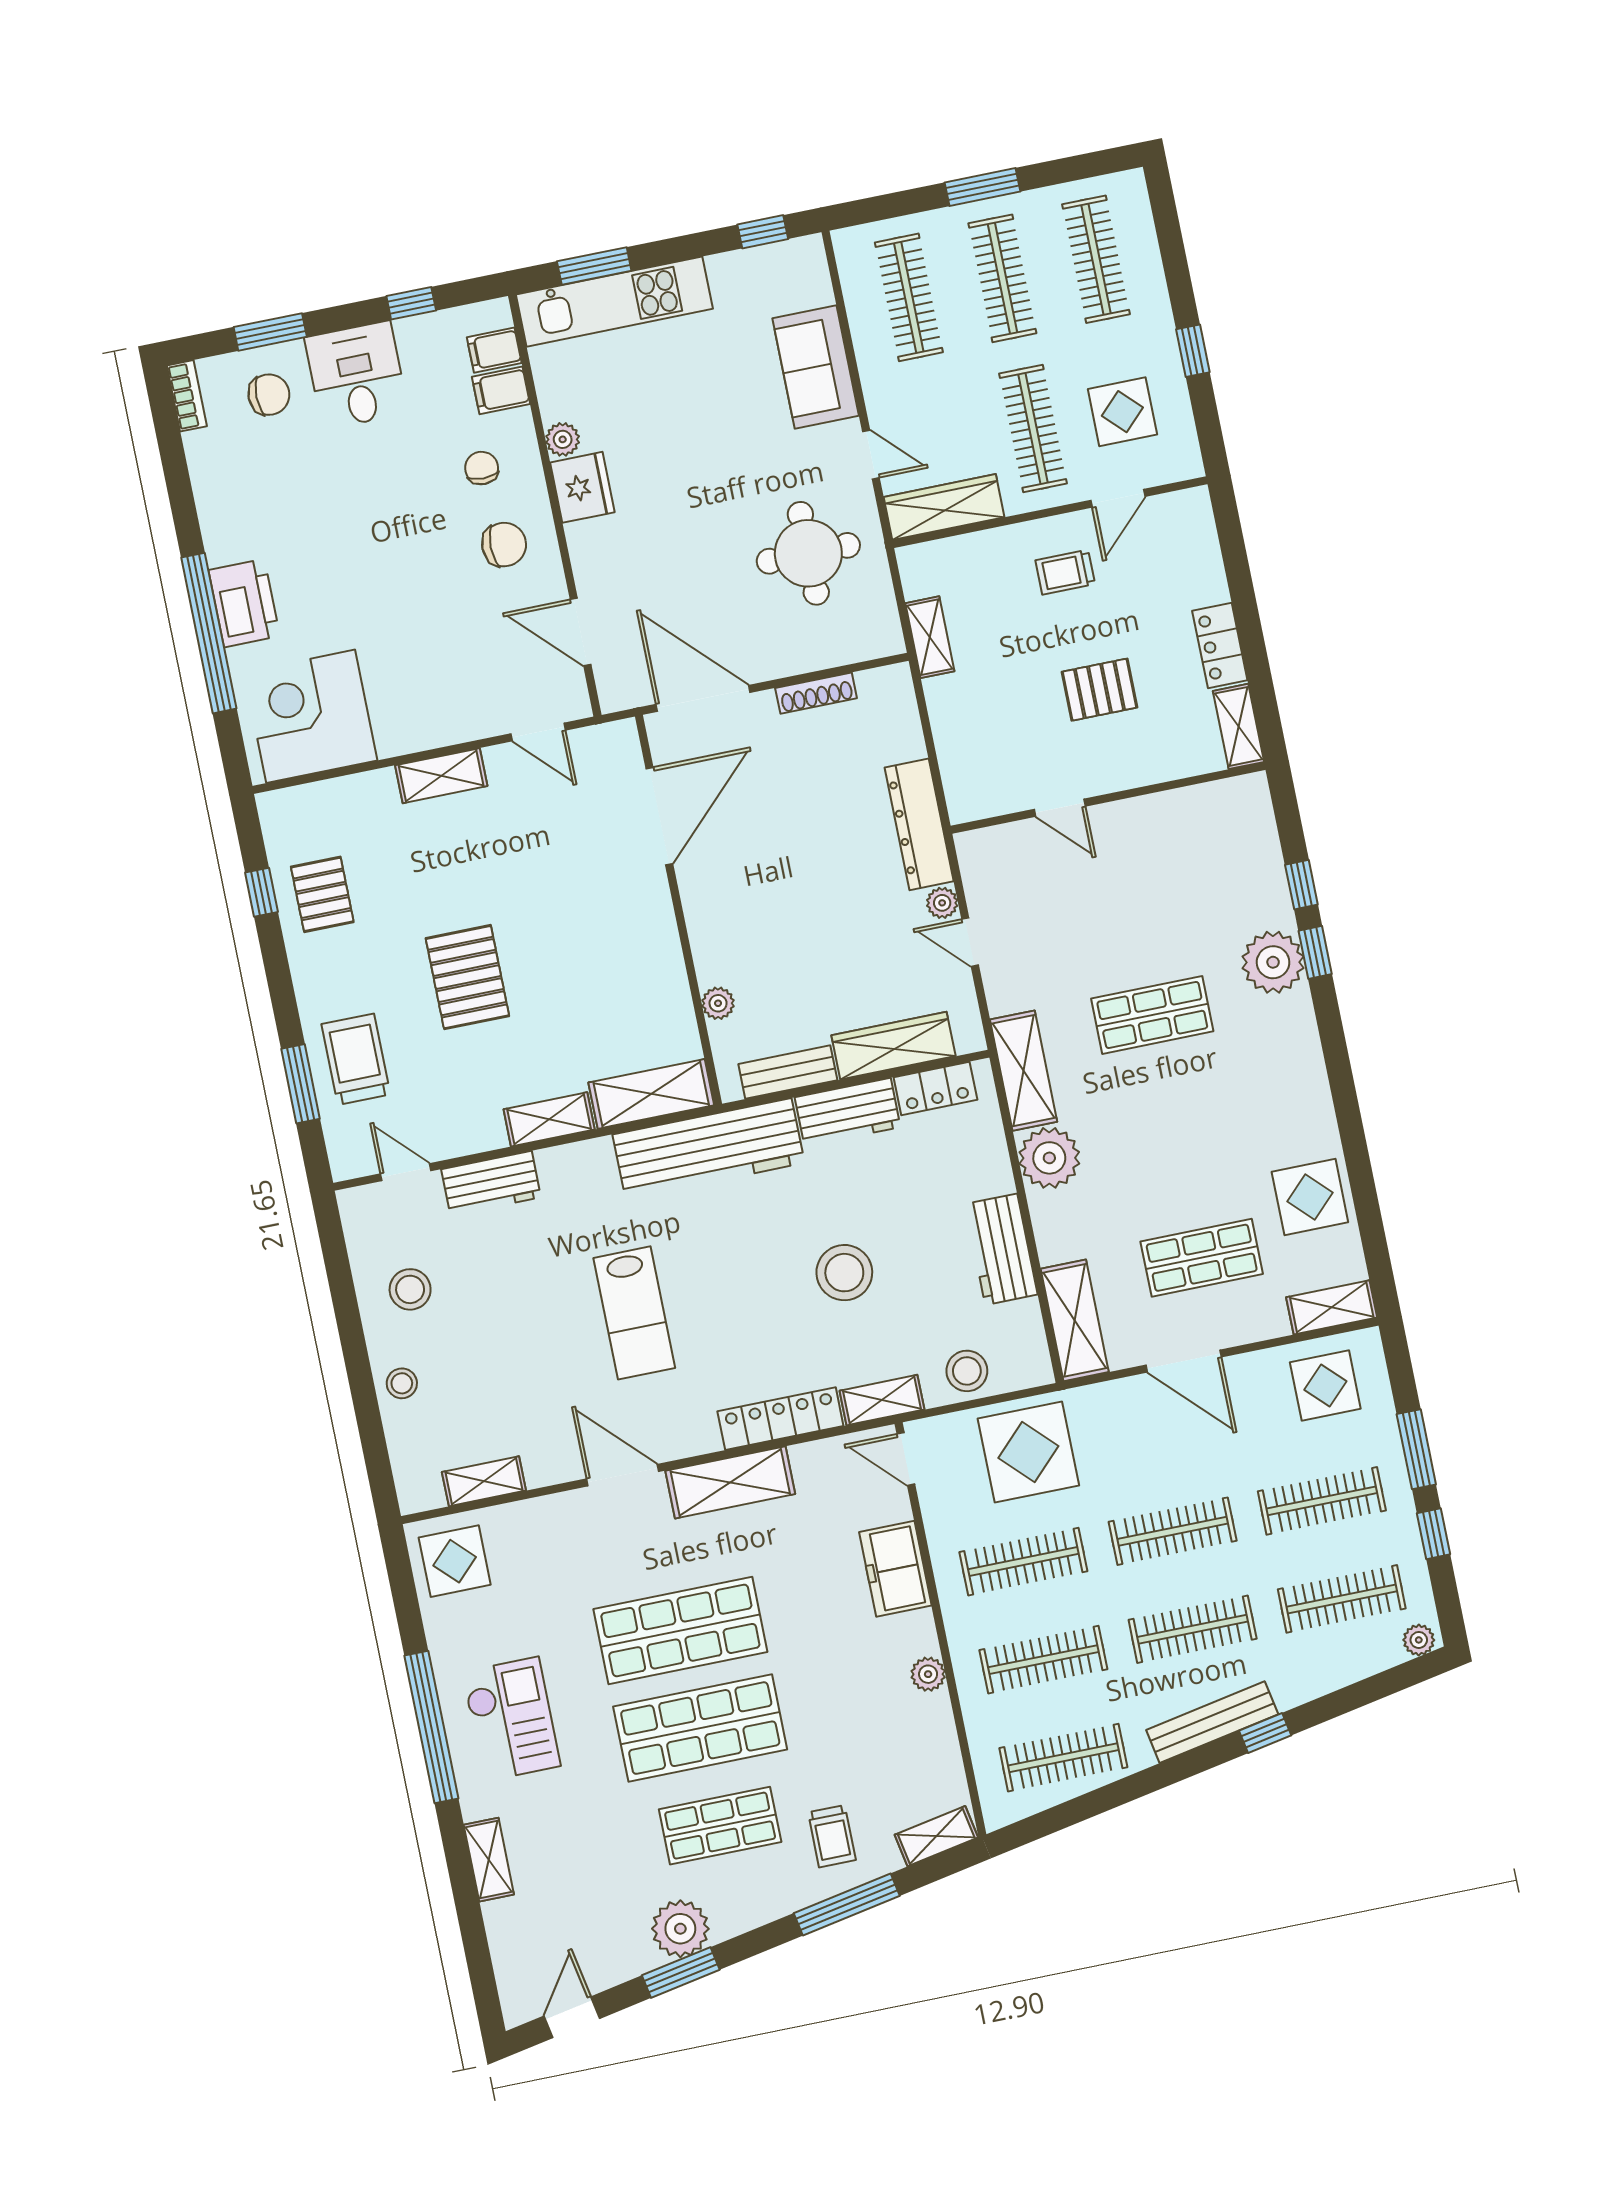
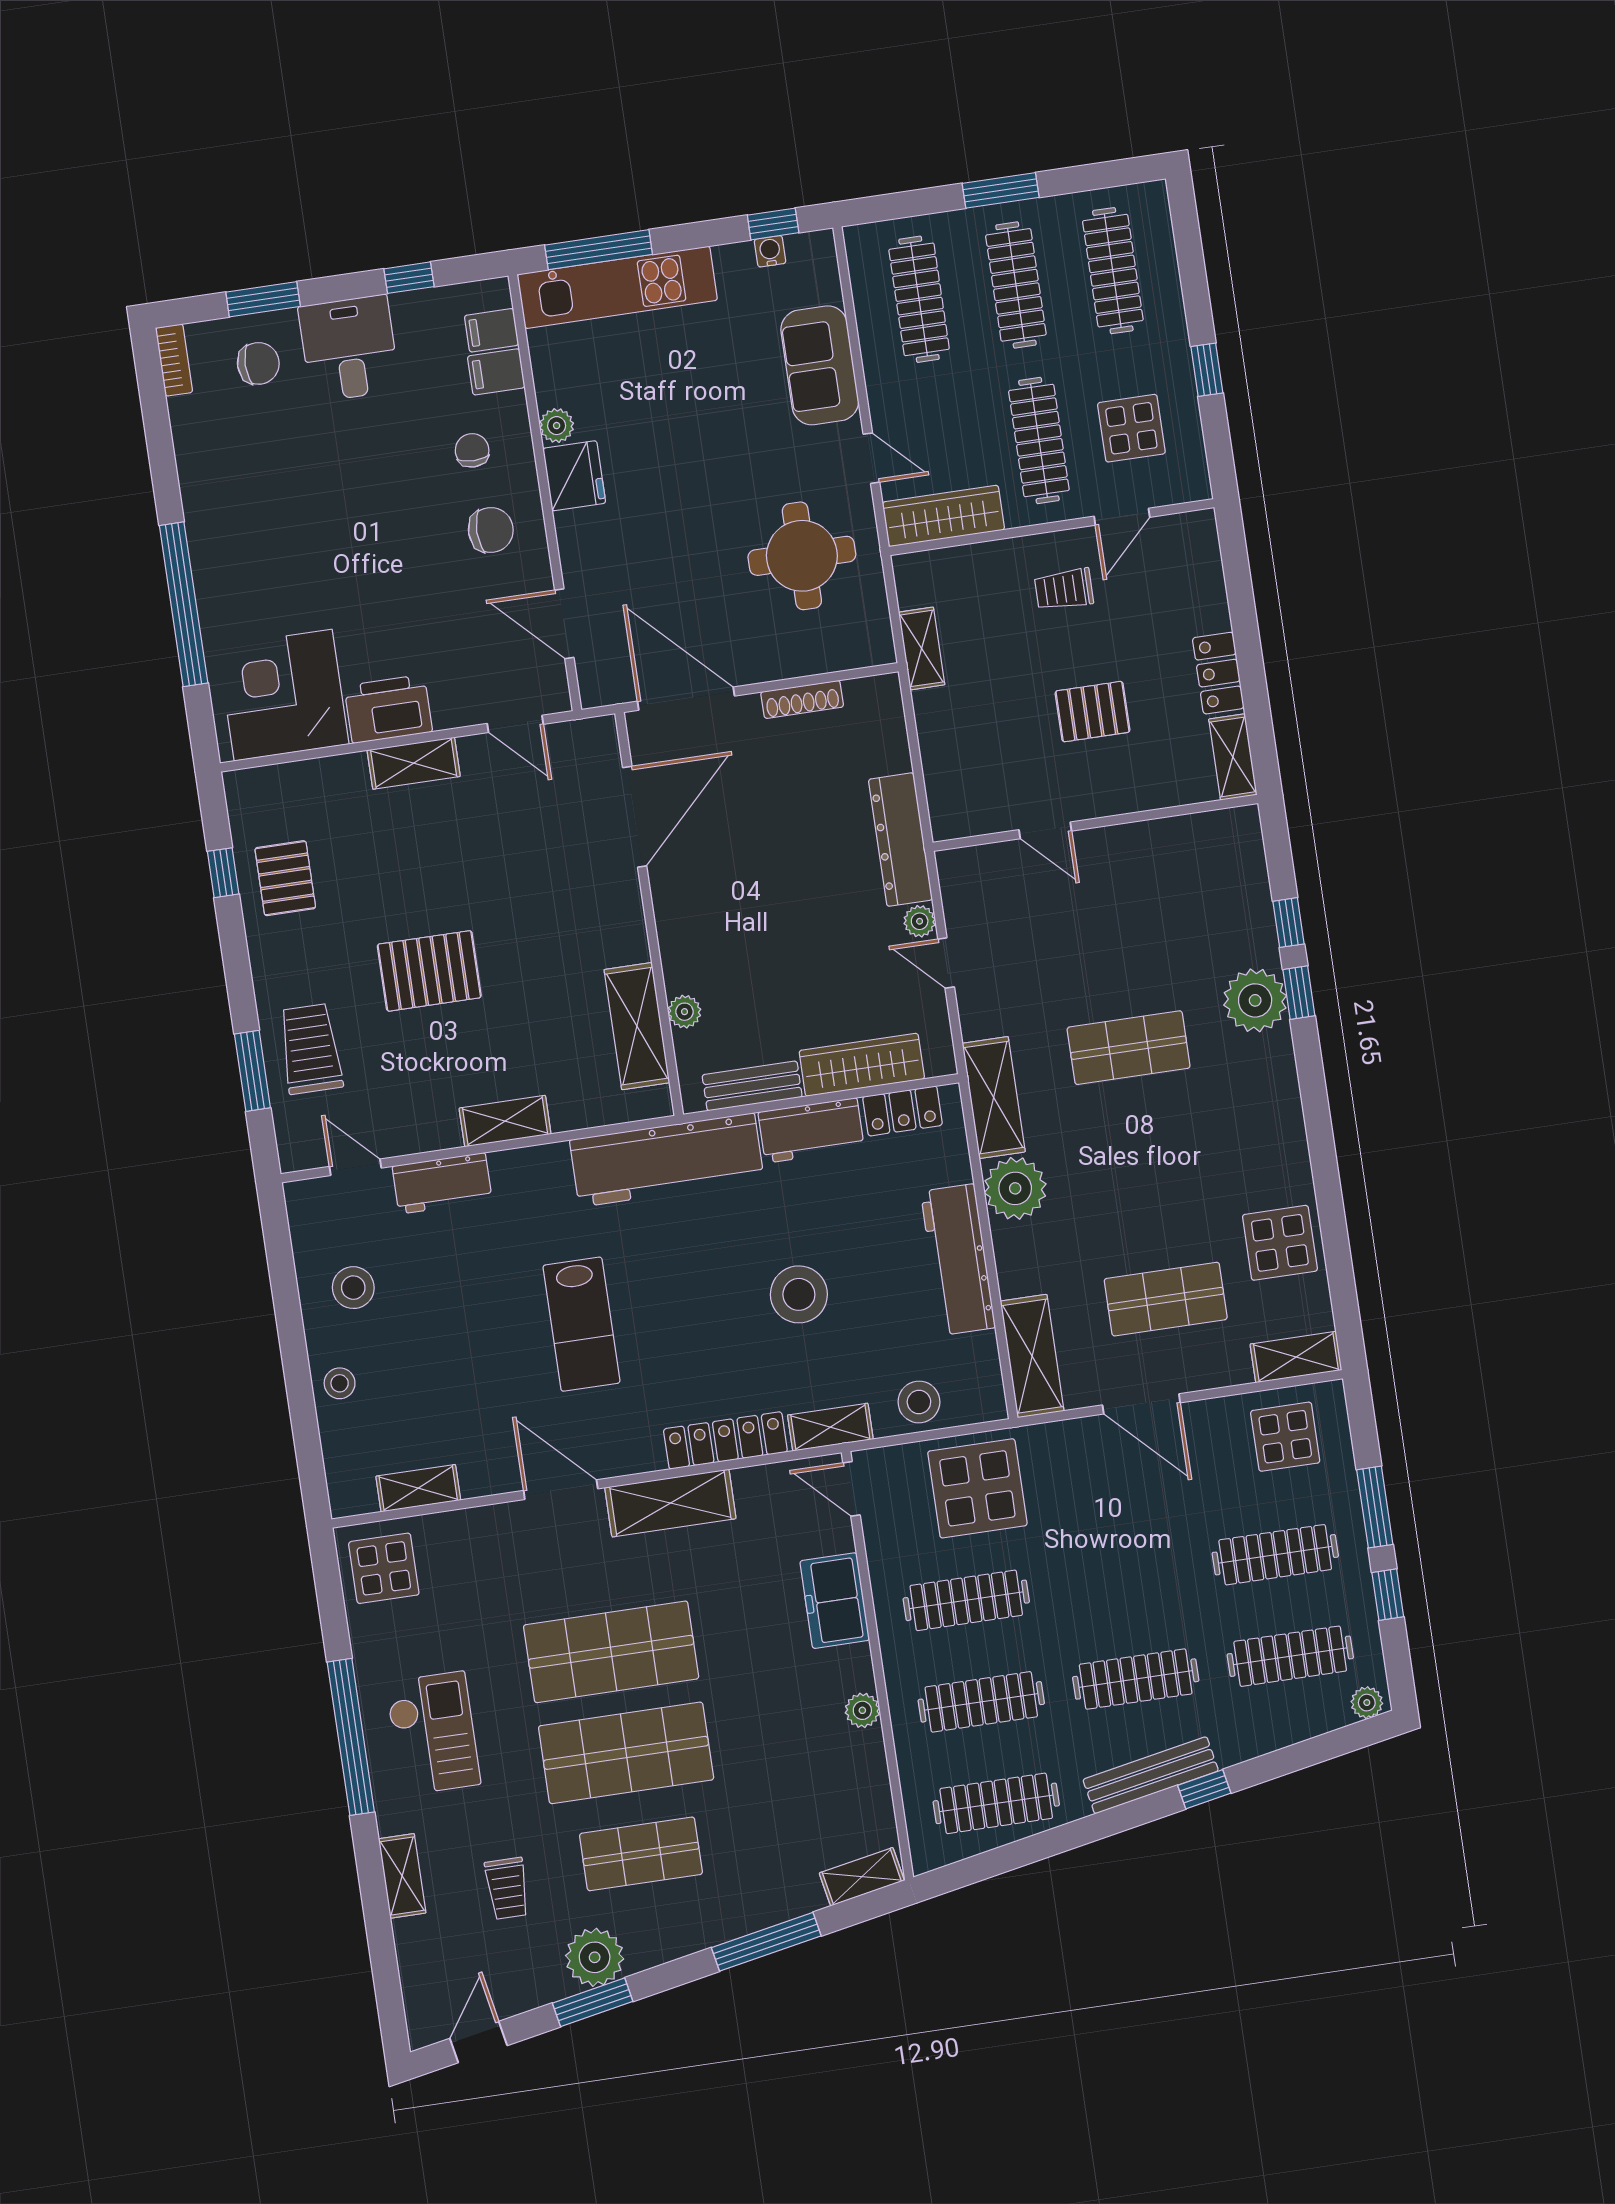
water cooler: (761, 258) -> (770, 251), added
window: (594, 266) -> (599, 250), width x1.44
printer: (244, 603) -> (388, 709), moved, turned -90
pallet: (467, 977) -> (429, 971), turned 90
shelving: (651, 1094) -> (637, 1026), moved, turned 90
workbench: (1001, 1249) -> (958, 1260), width x1.38
clothes rail: (1173, 1531) -> (1121, 1578), removed
trolley: (832, 1836) -> (507, 1888), moved

